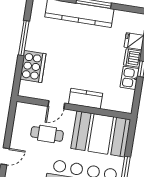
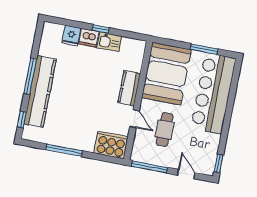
cooker: (33, 67) -> (111, 145), moved
window: (11, 121) -> (149, 167), added

